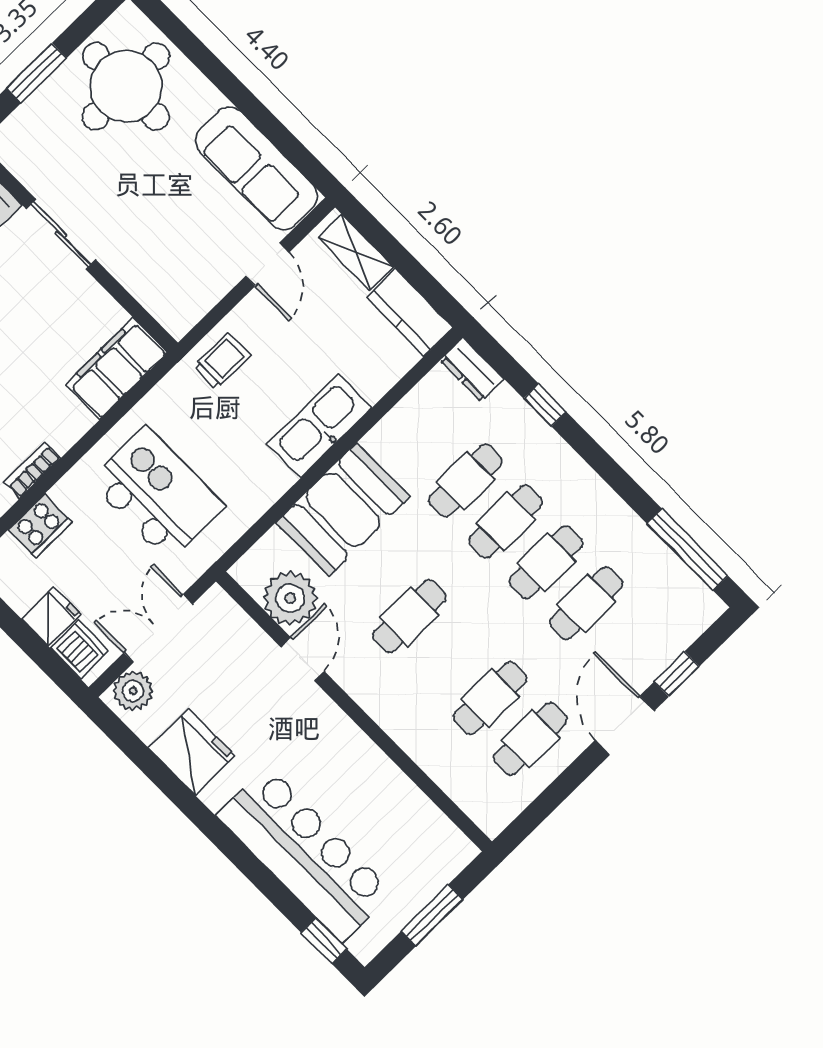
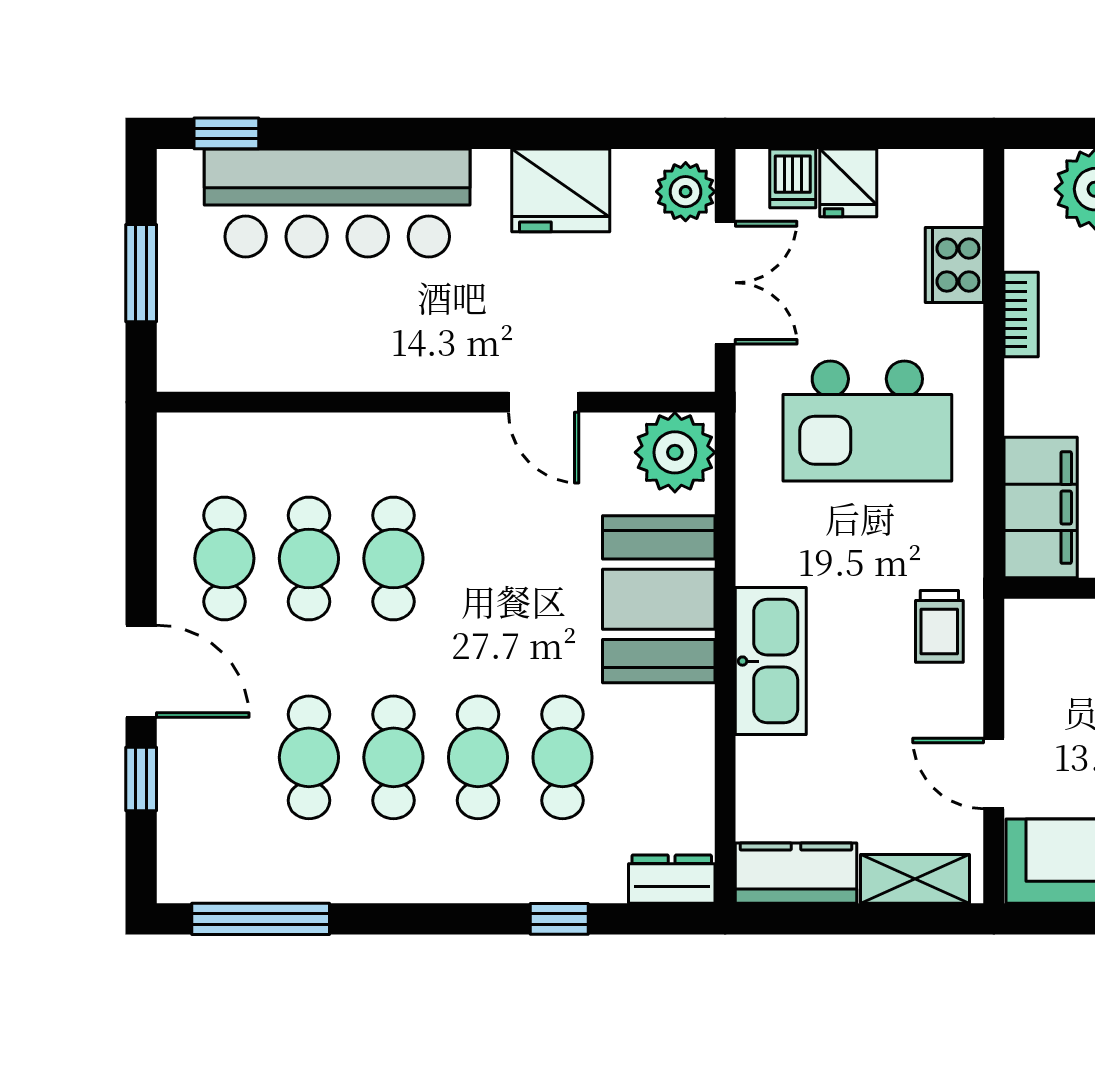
plant: (290, 598) -> (675, 452), moved
cafe table: (409, 616) -> (393, 558), moved
dishwasher: (80, 650) -> (793, 178), width x0.73

